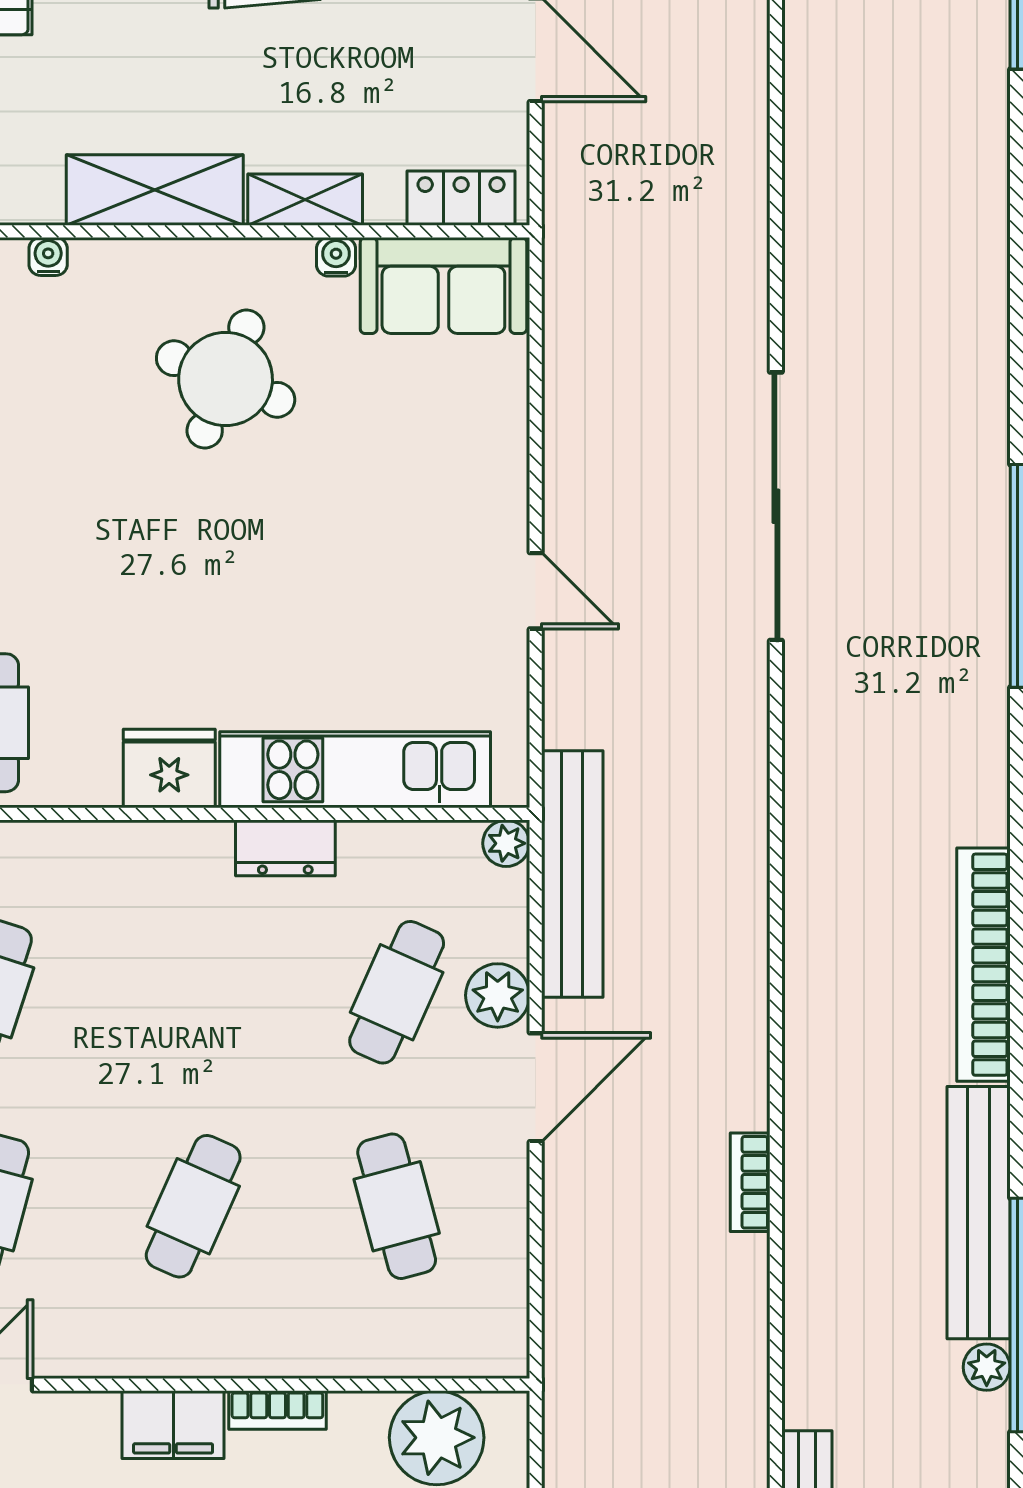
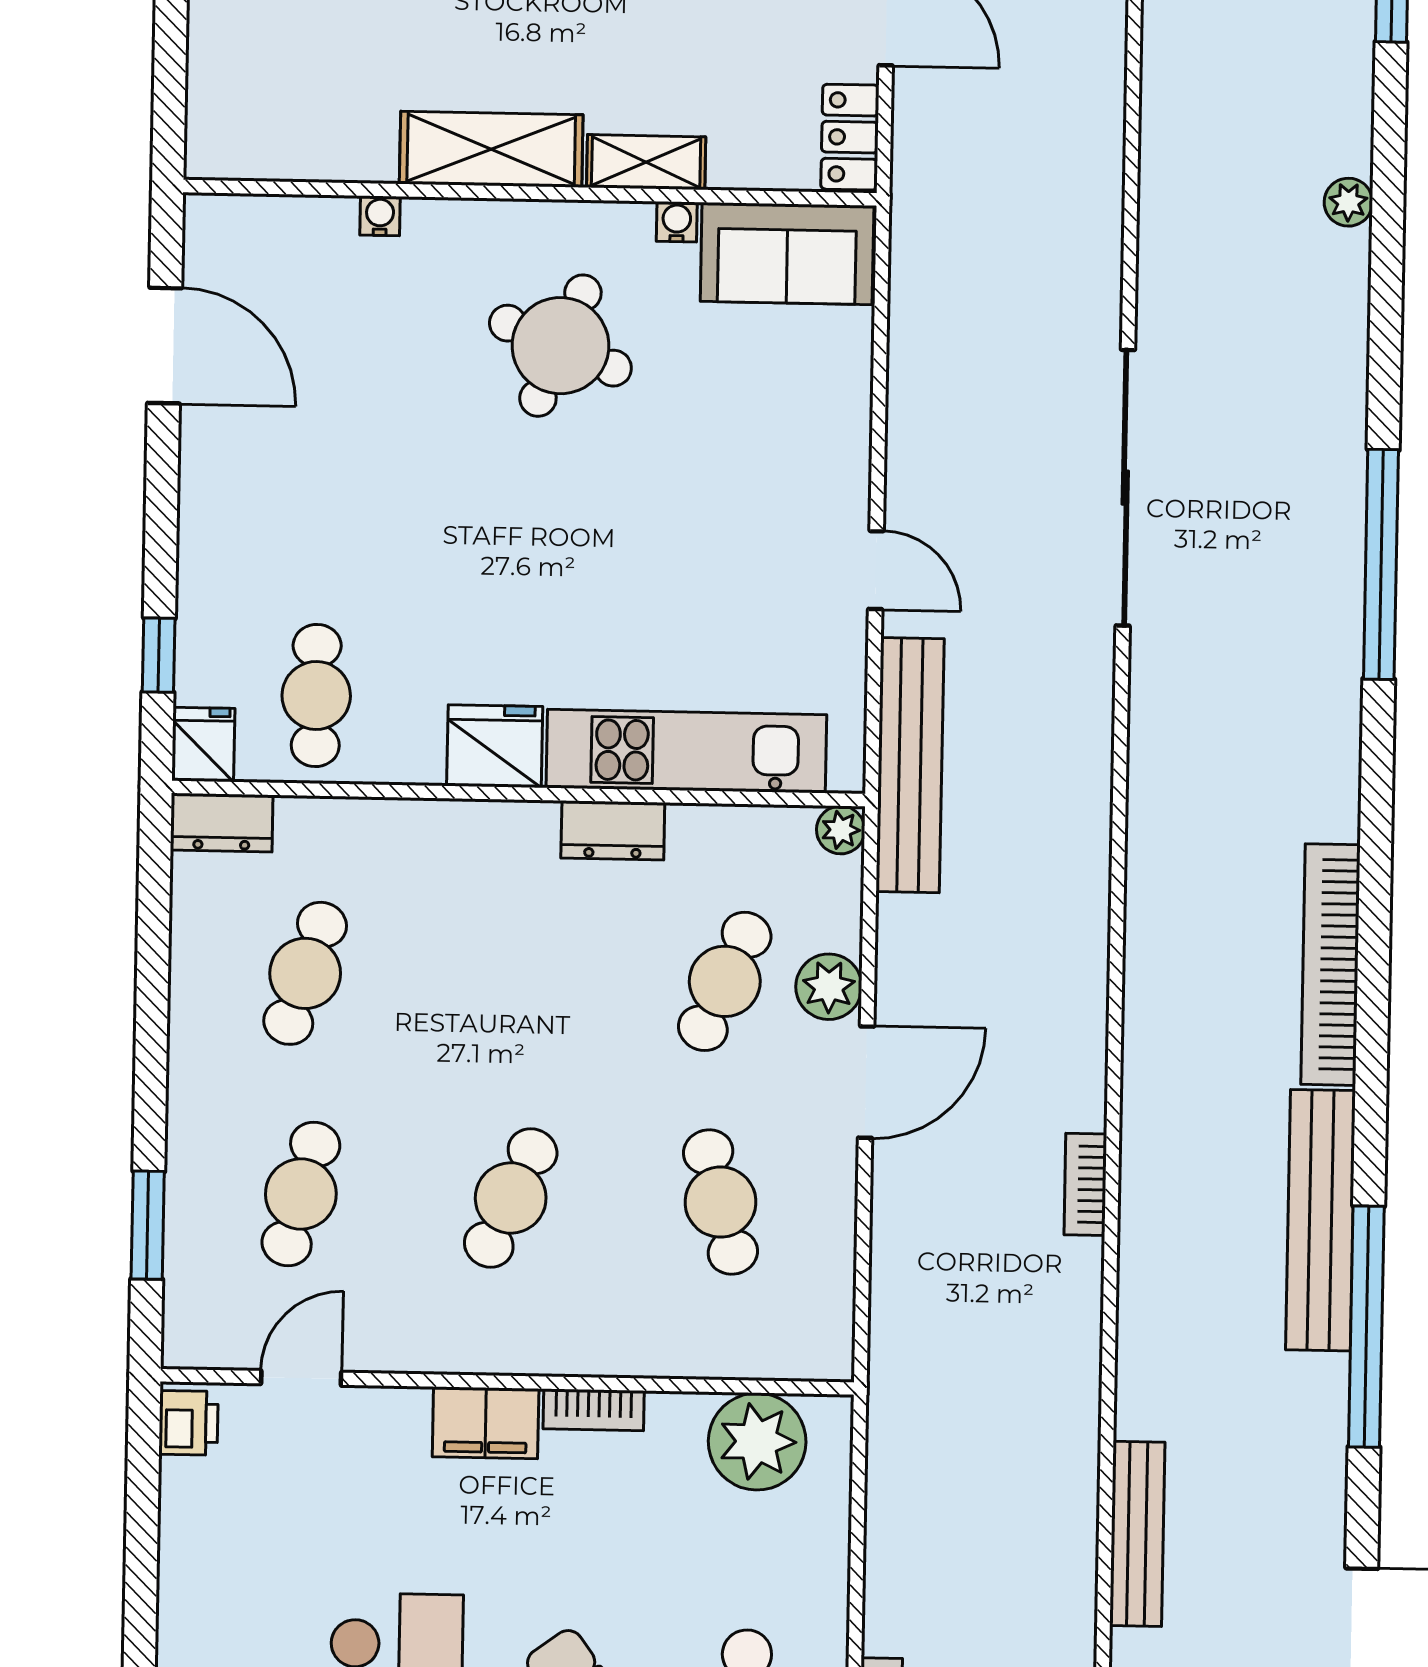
locker: (461, 198) -> (850, 137), moved, turned -90
bench: (572, 874) -> (910, 765), moved
plant: (987, 1367) -> (1348, 202), moved

